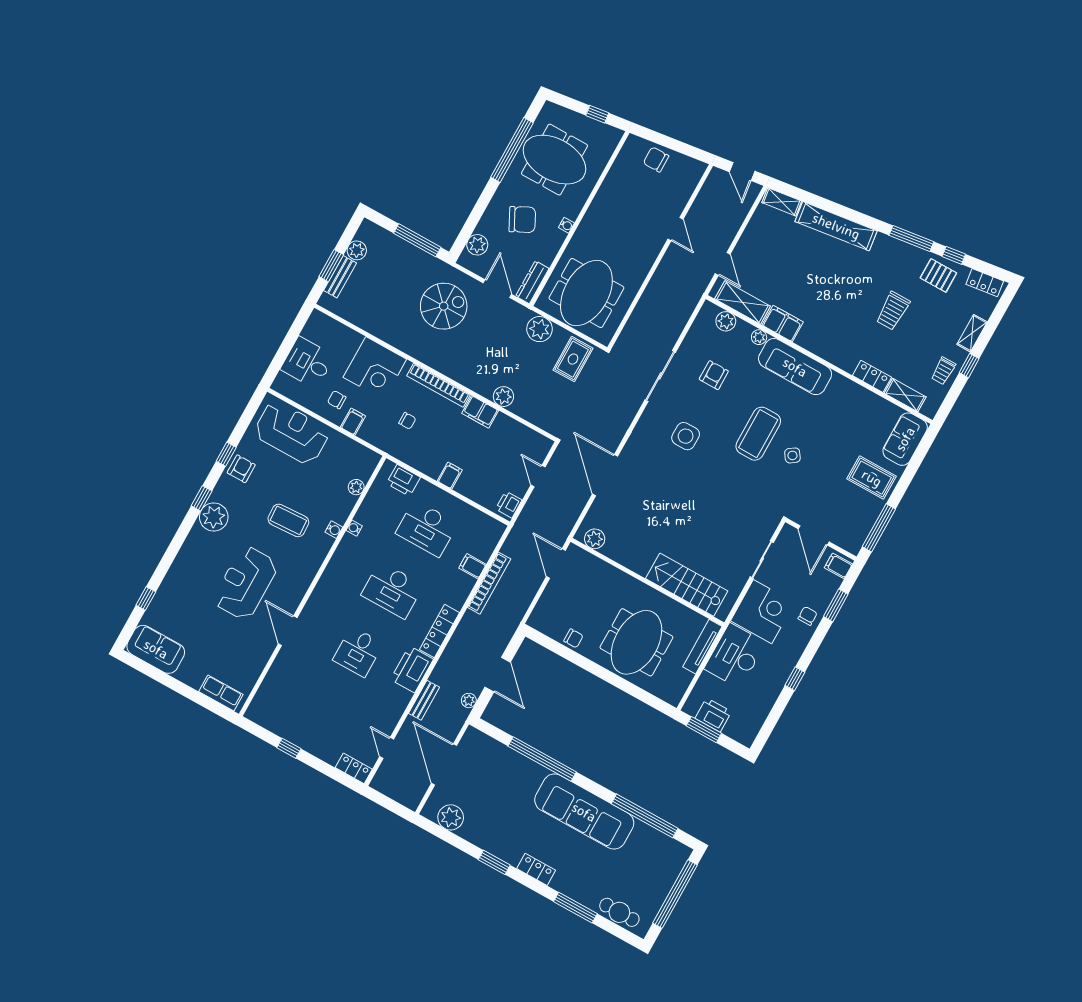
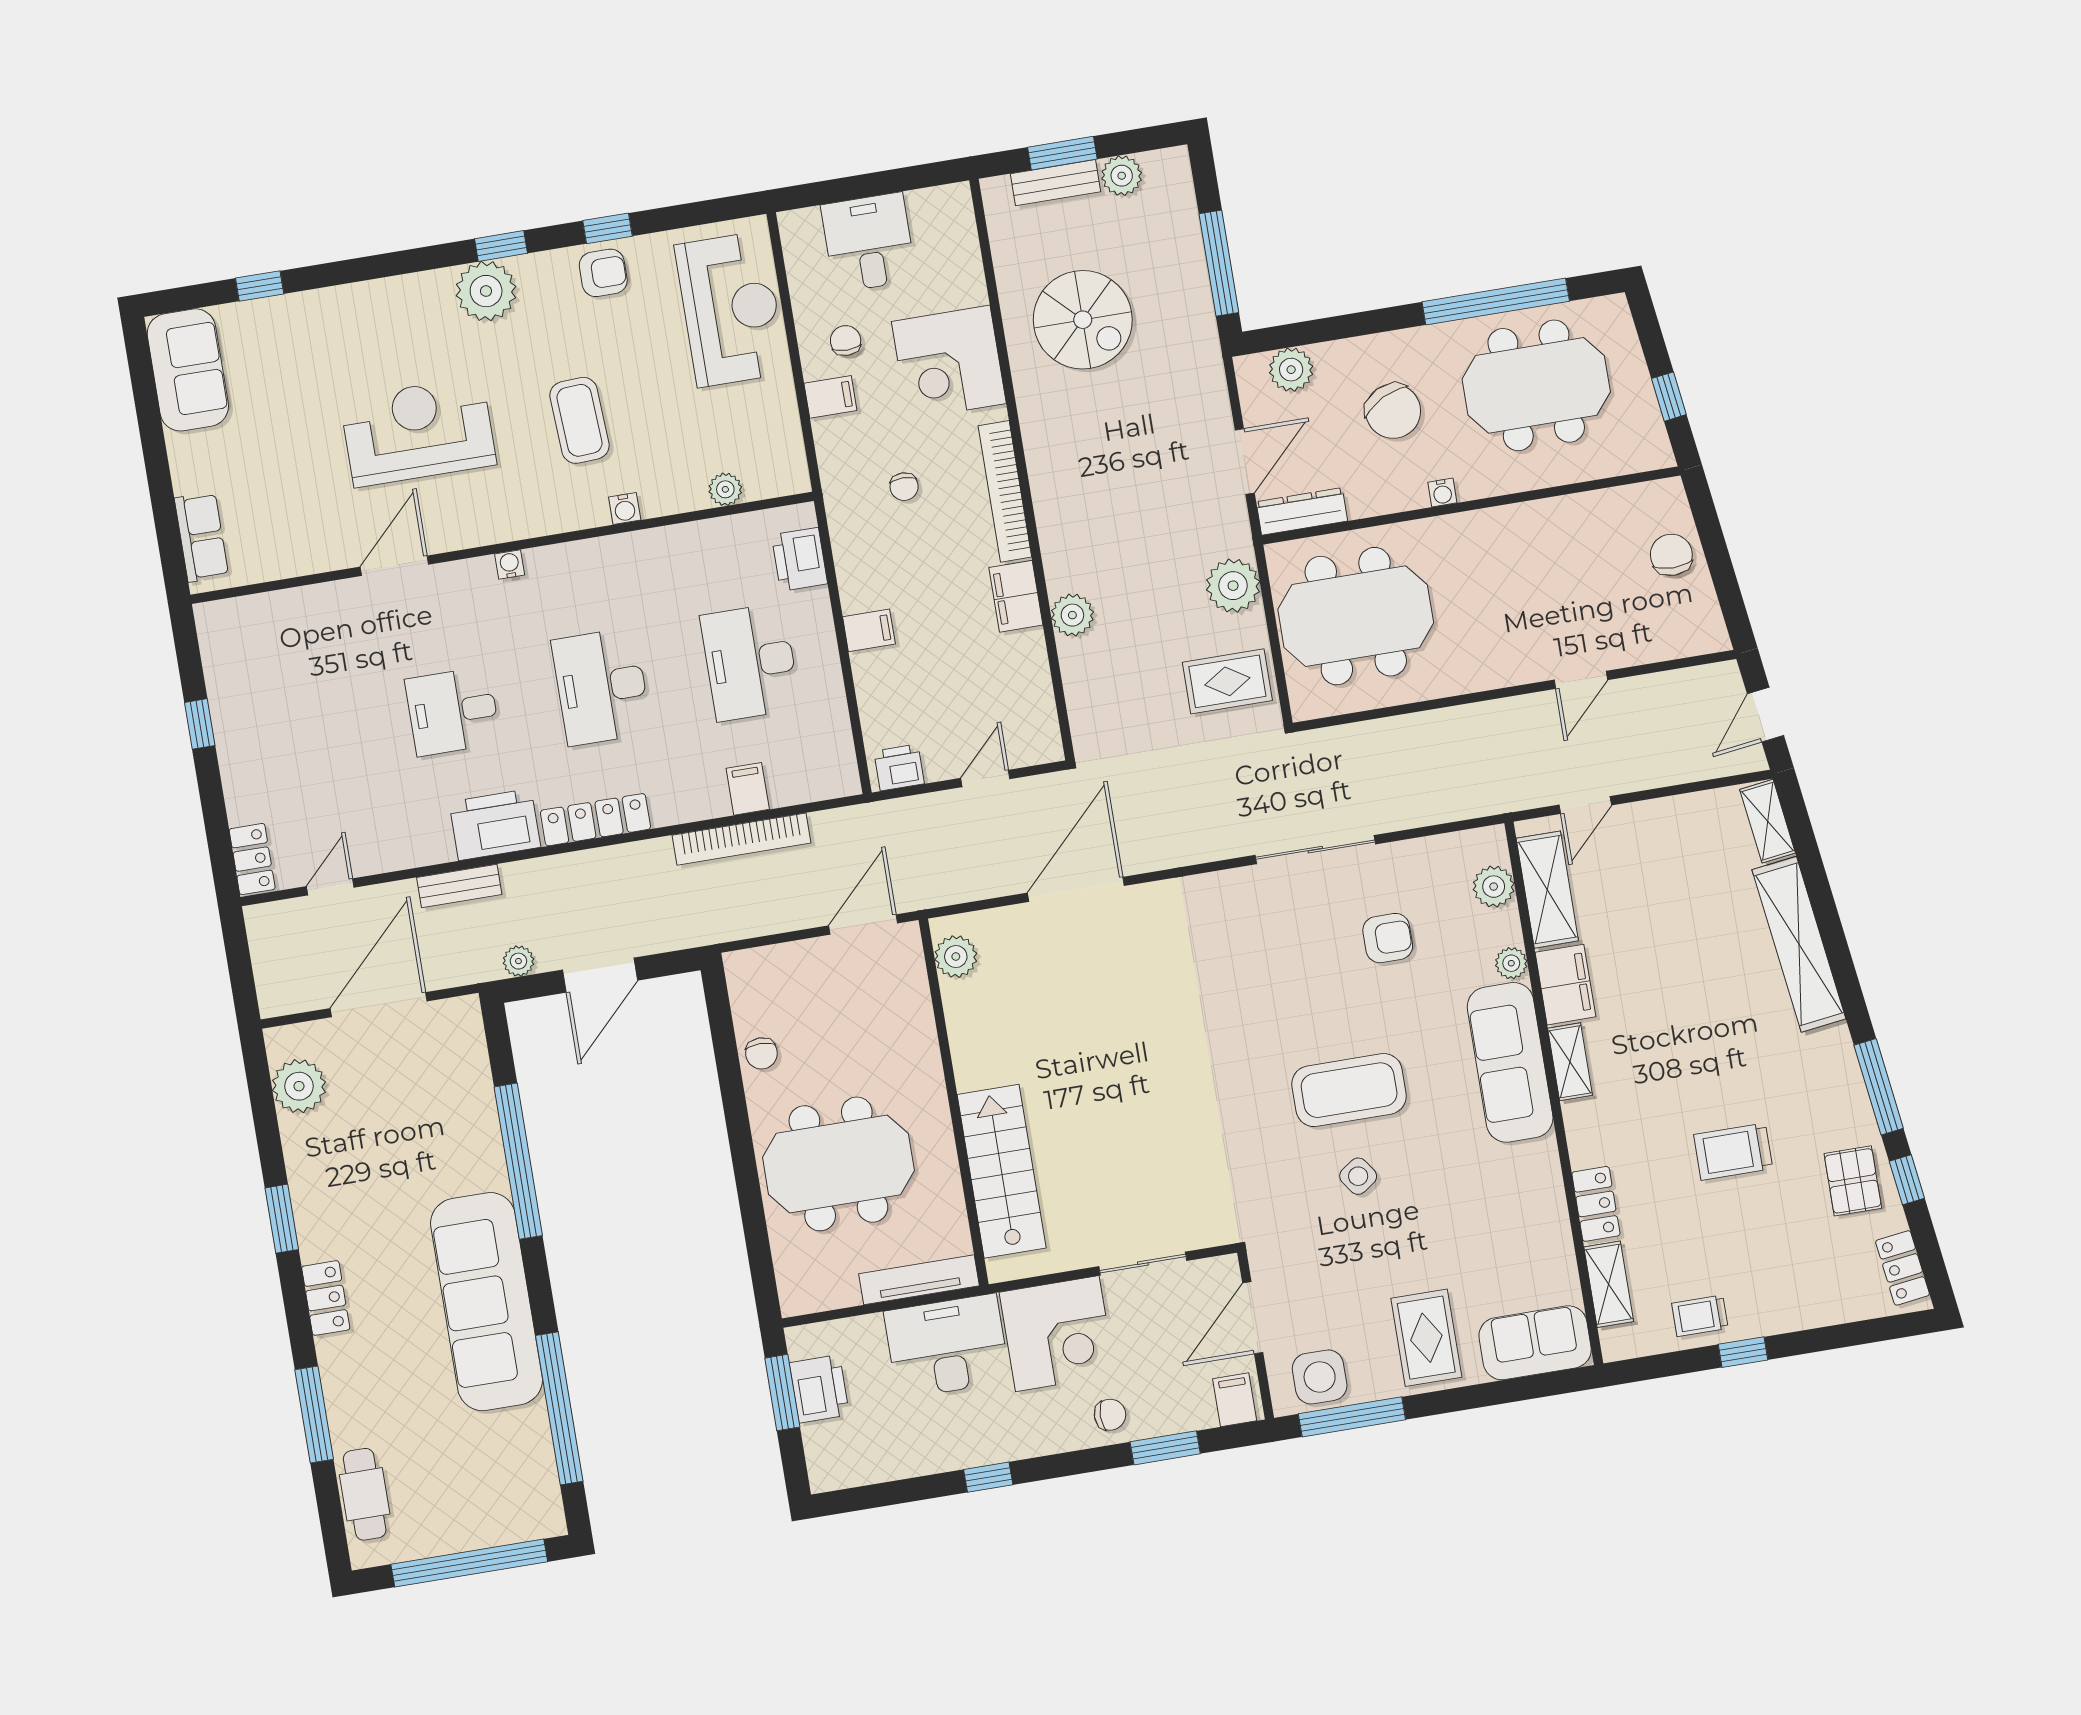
meeting table: (554, 160) -> (1536, 385), turned 90
spiral stairs: (444, 306) -> (1083, 320), moved
shelving: (972, 333) -> (1570, 1062), moved, turned 90
side table: (686, 436) -> (1320, 1377), moved
water cooler: (354, 528) -> (510, 564), moved

